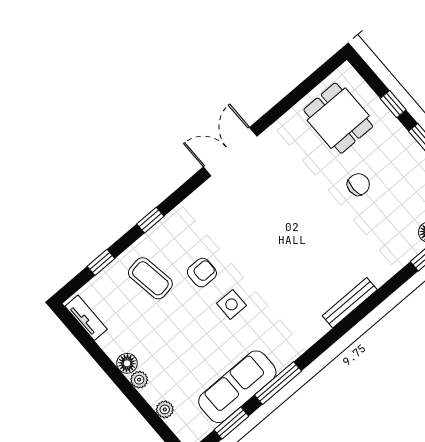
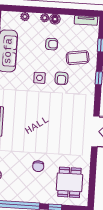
dining table: (338, 118) -> (69, 182), turned 90
armchair: (167, 334) -> (52, 44), added

